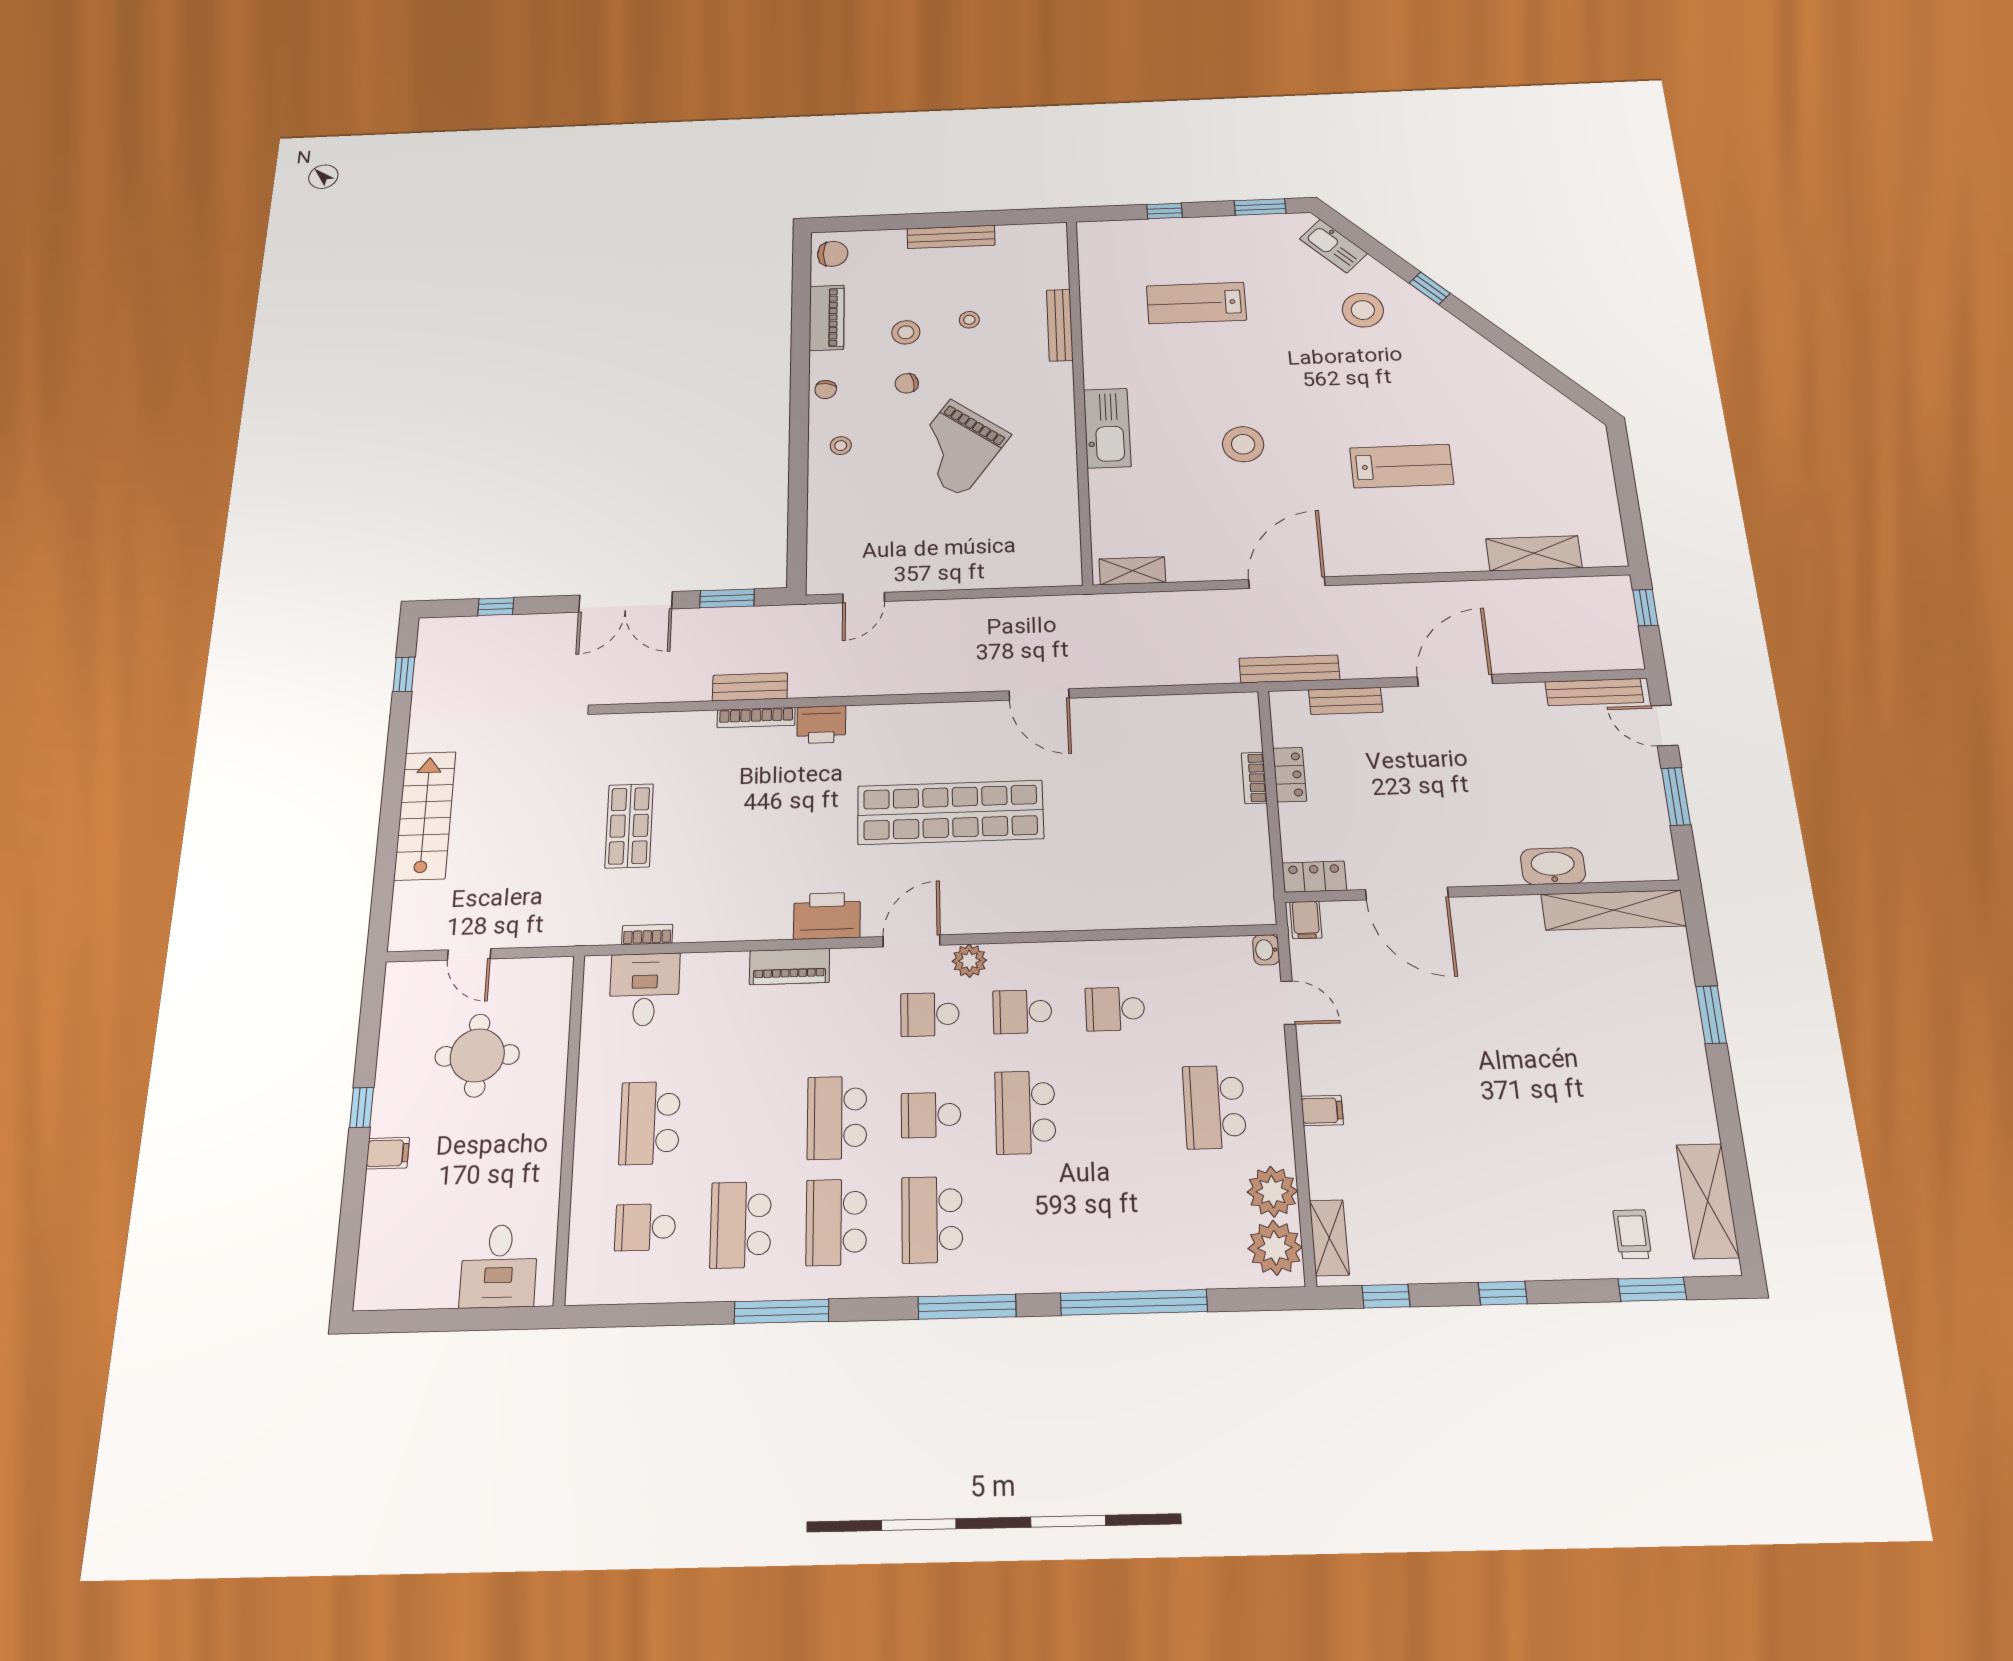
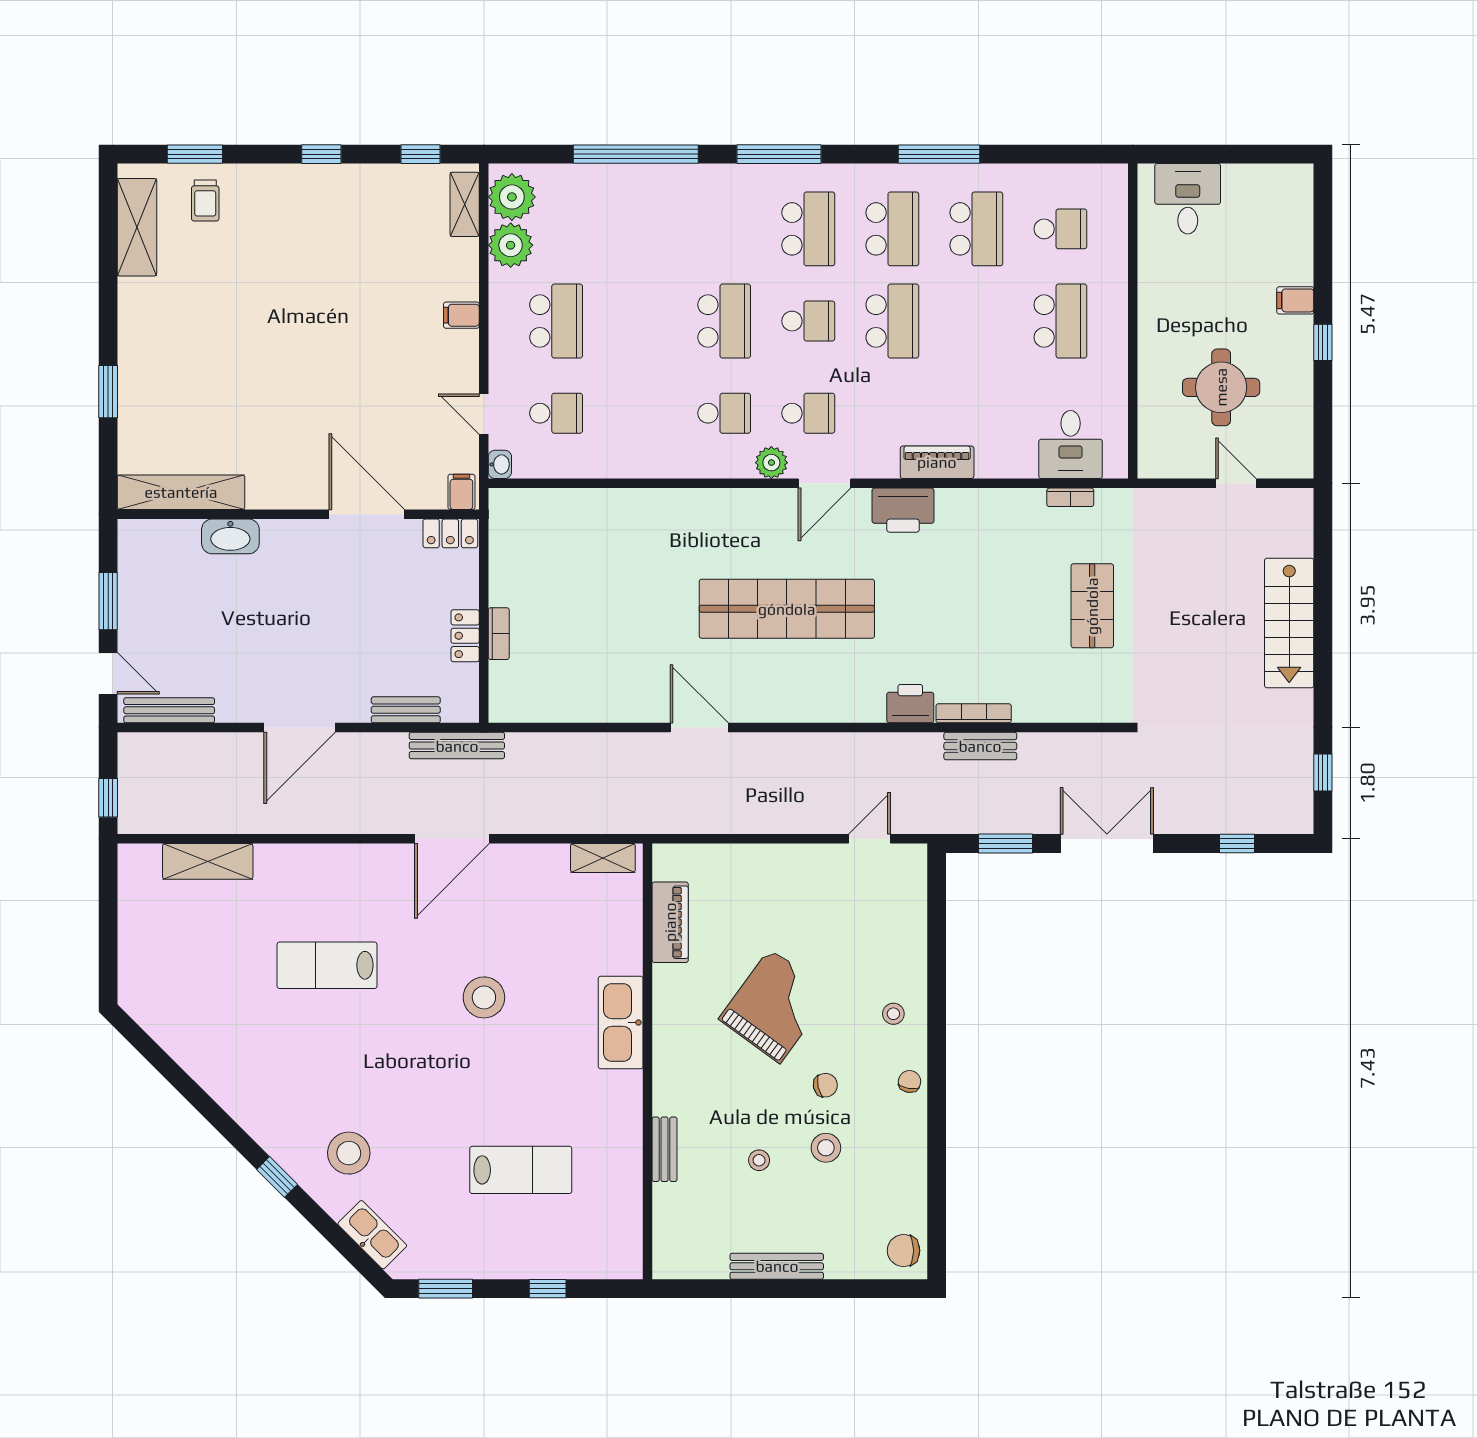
piano: (827, 318) -> (670, 922), moved, turned 180
bench: (1060, 325) -> (665, 1149), width x0.73
school desk: (1115, 1009) -> (556, 413), moved

